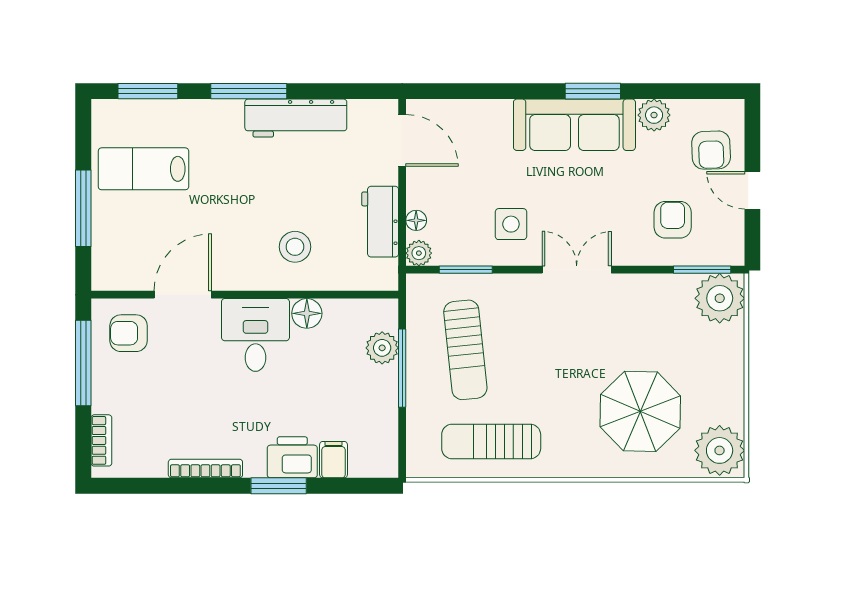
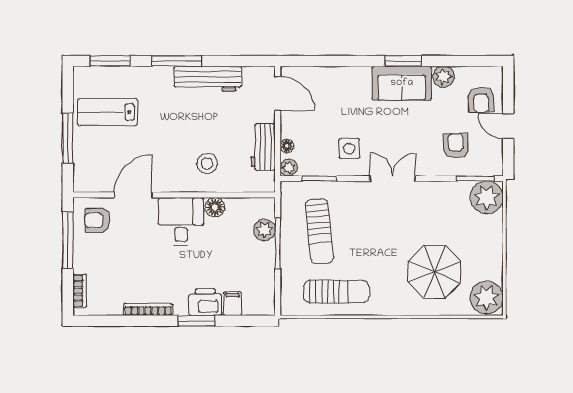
sofa: (574, 125) -> (402, 83), width x0.73
sun lounger: (491, 441) -> (336, 292), turned 180

